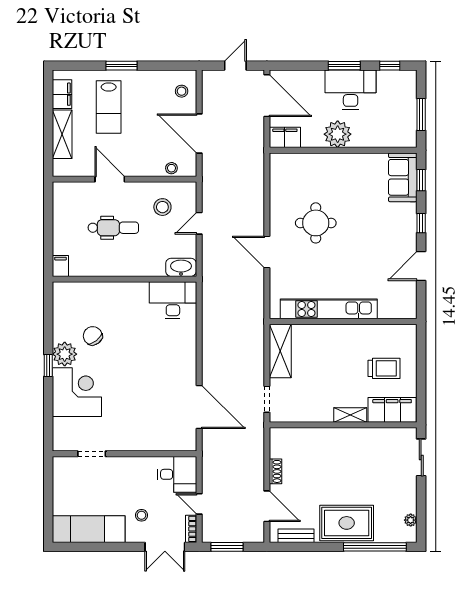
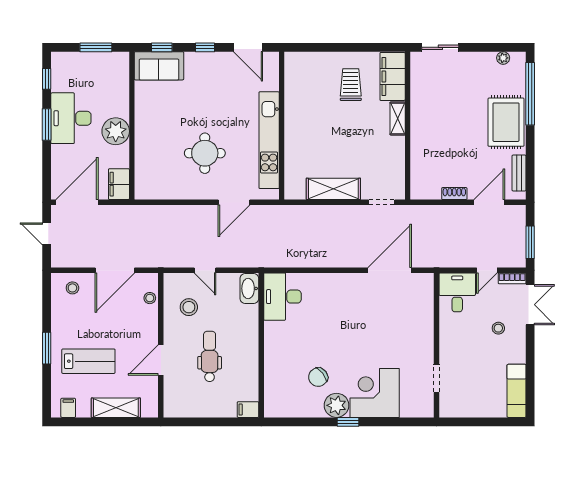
filing cabinet: (62, 94) -> (68, 408), width x0.50
kitchen unit: (329, 309) -> (269, 140), moved
wall: (343, 321) -> (282, 126), moved
exam couch: (89, 529) -> (517, 391), width x0.73, depth x0.69

